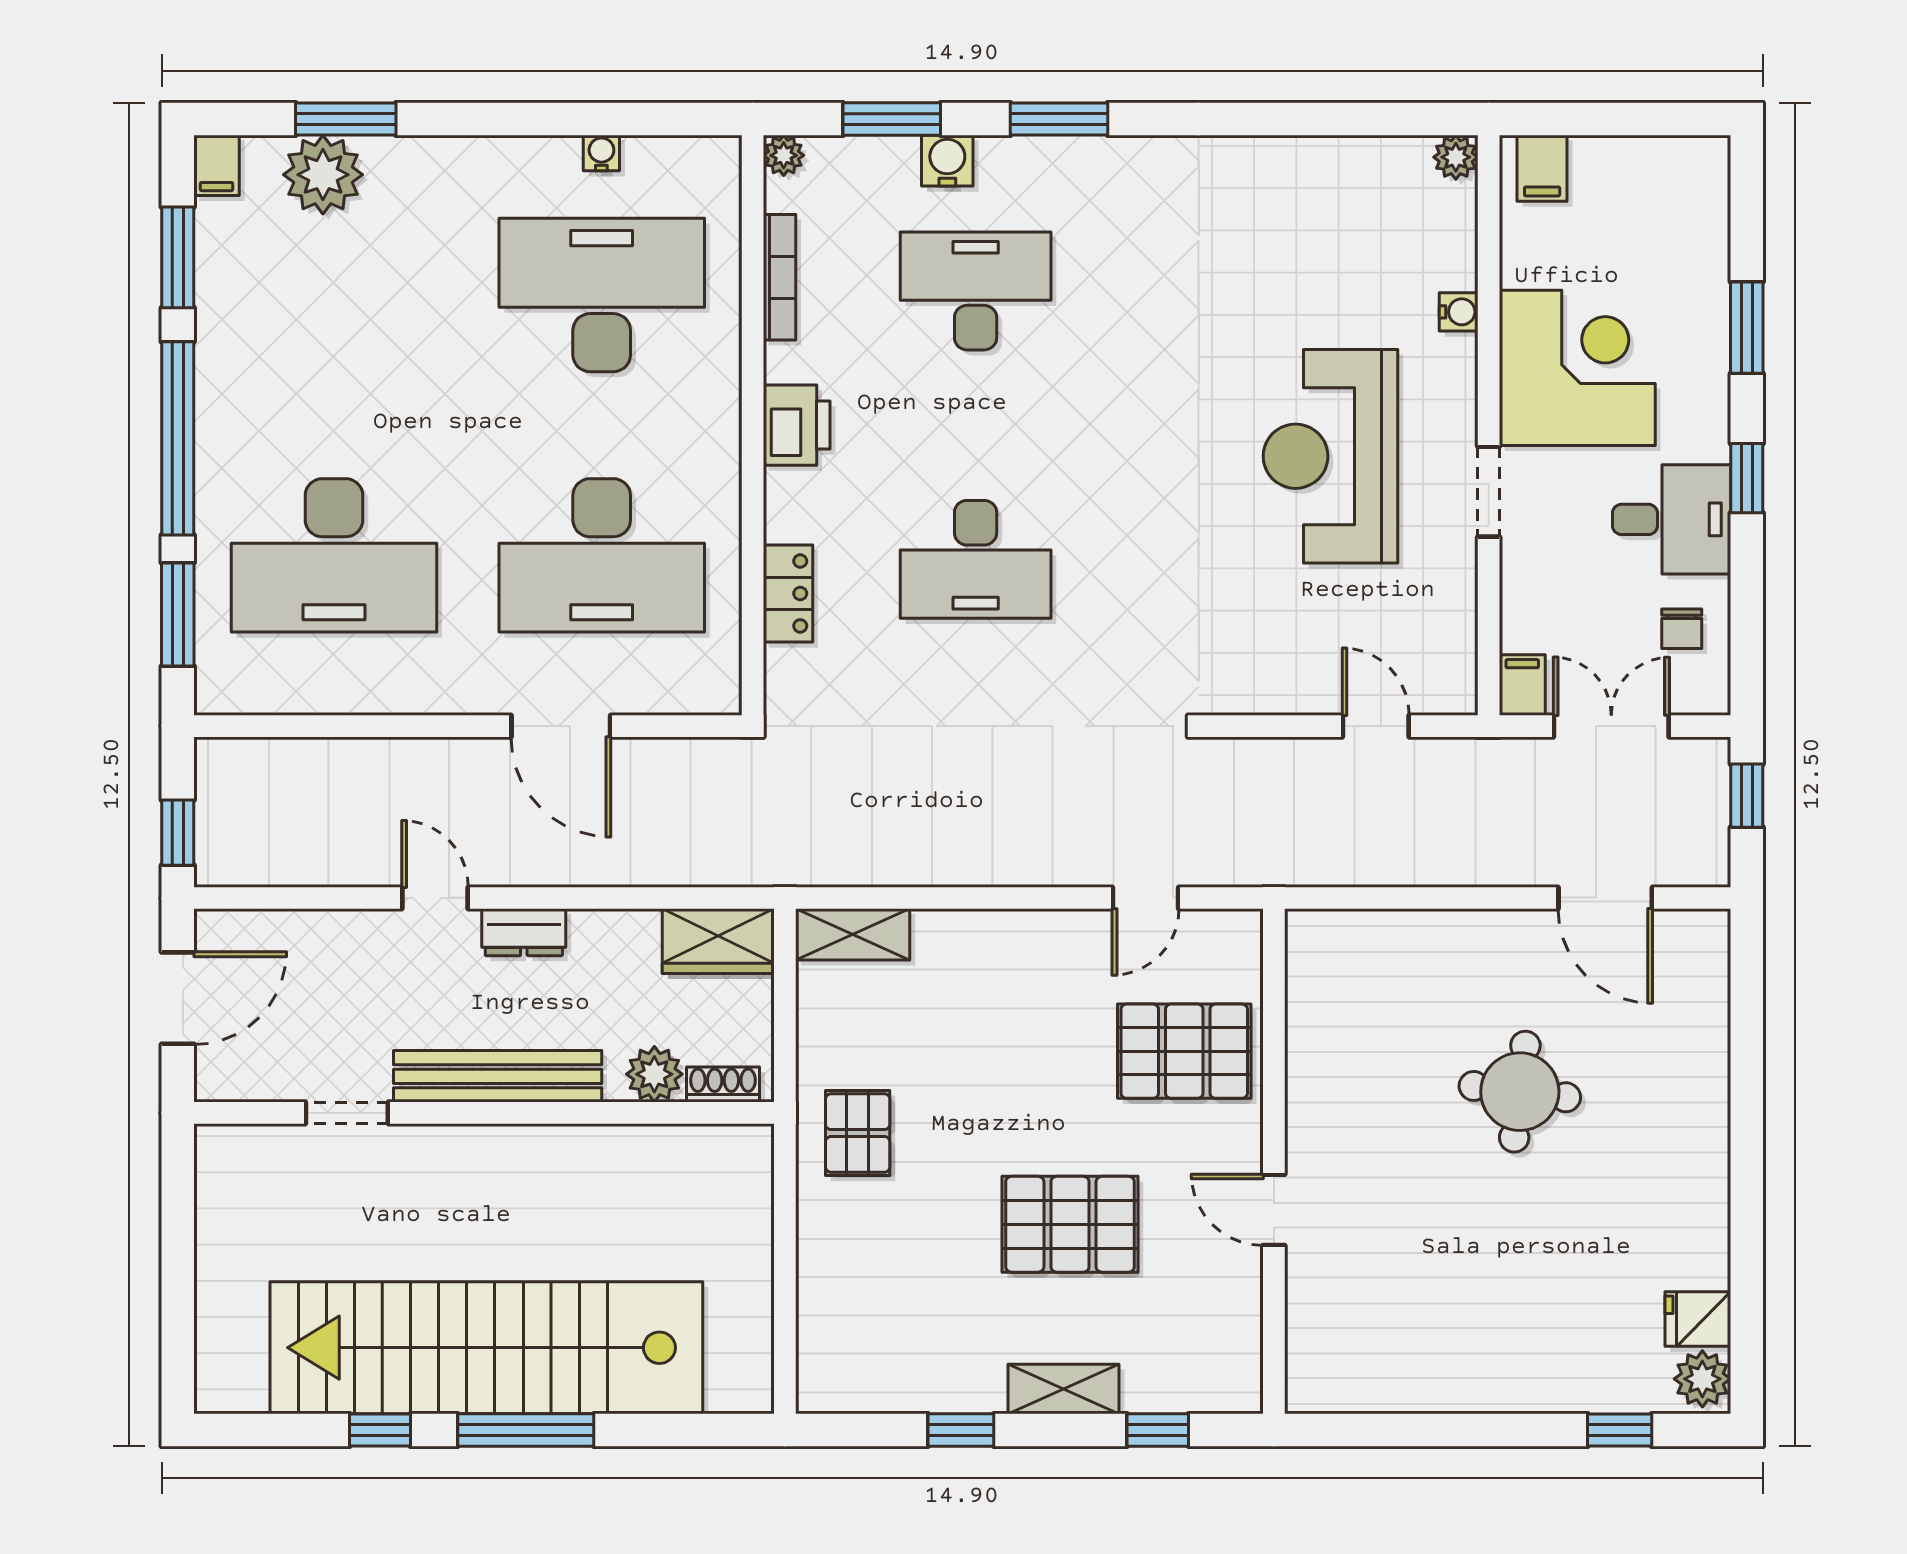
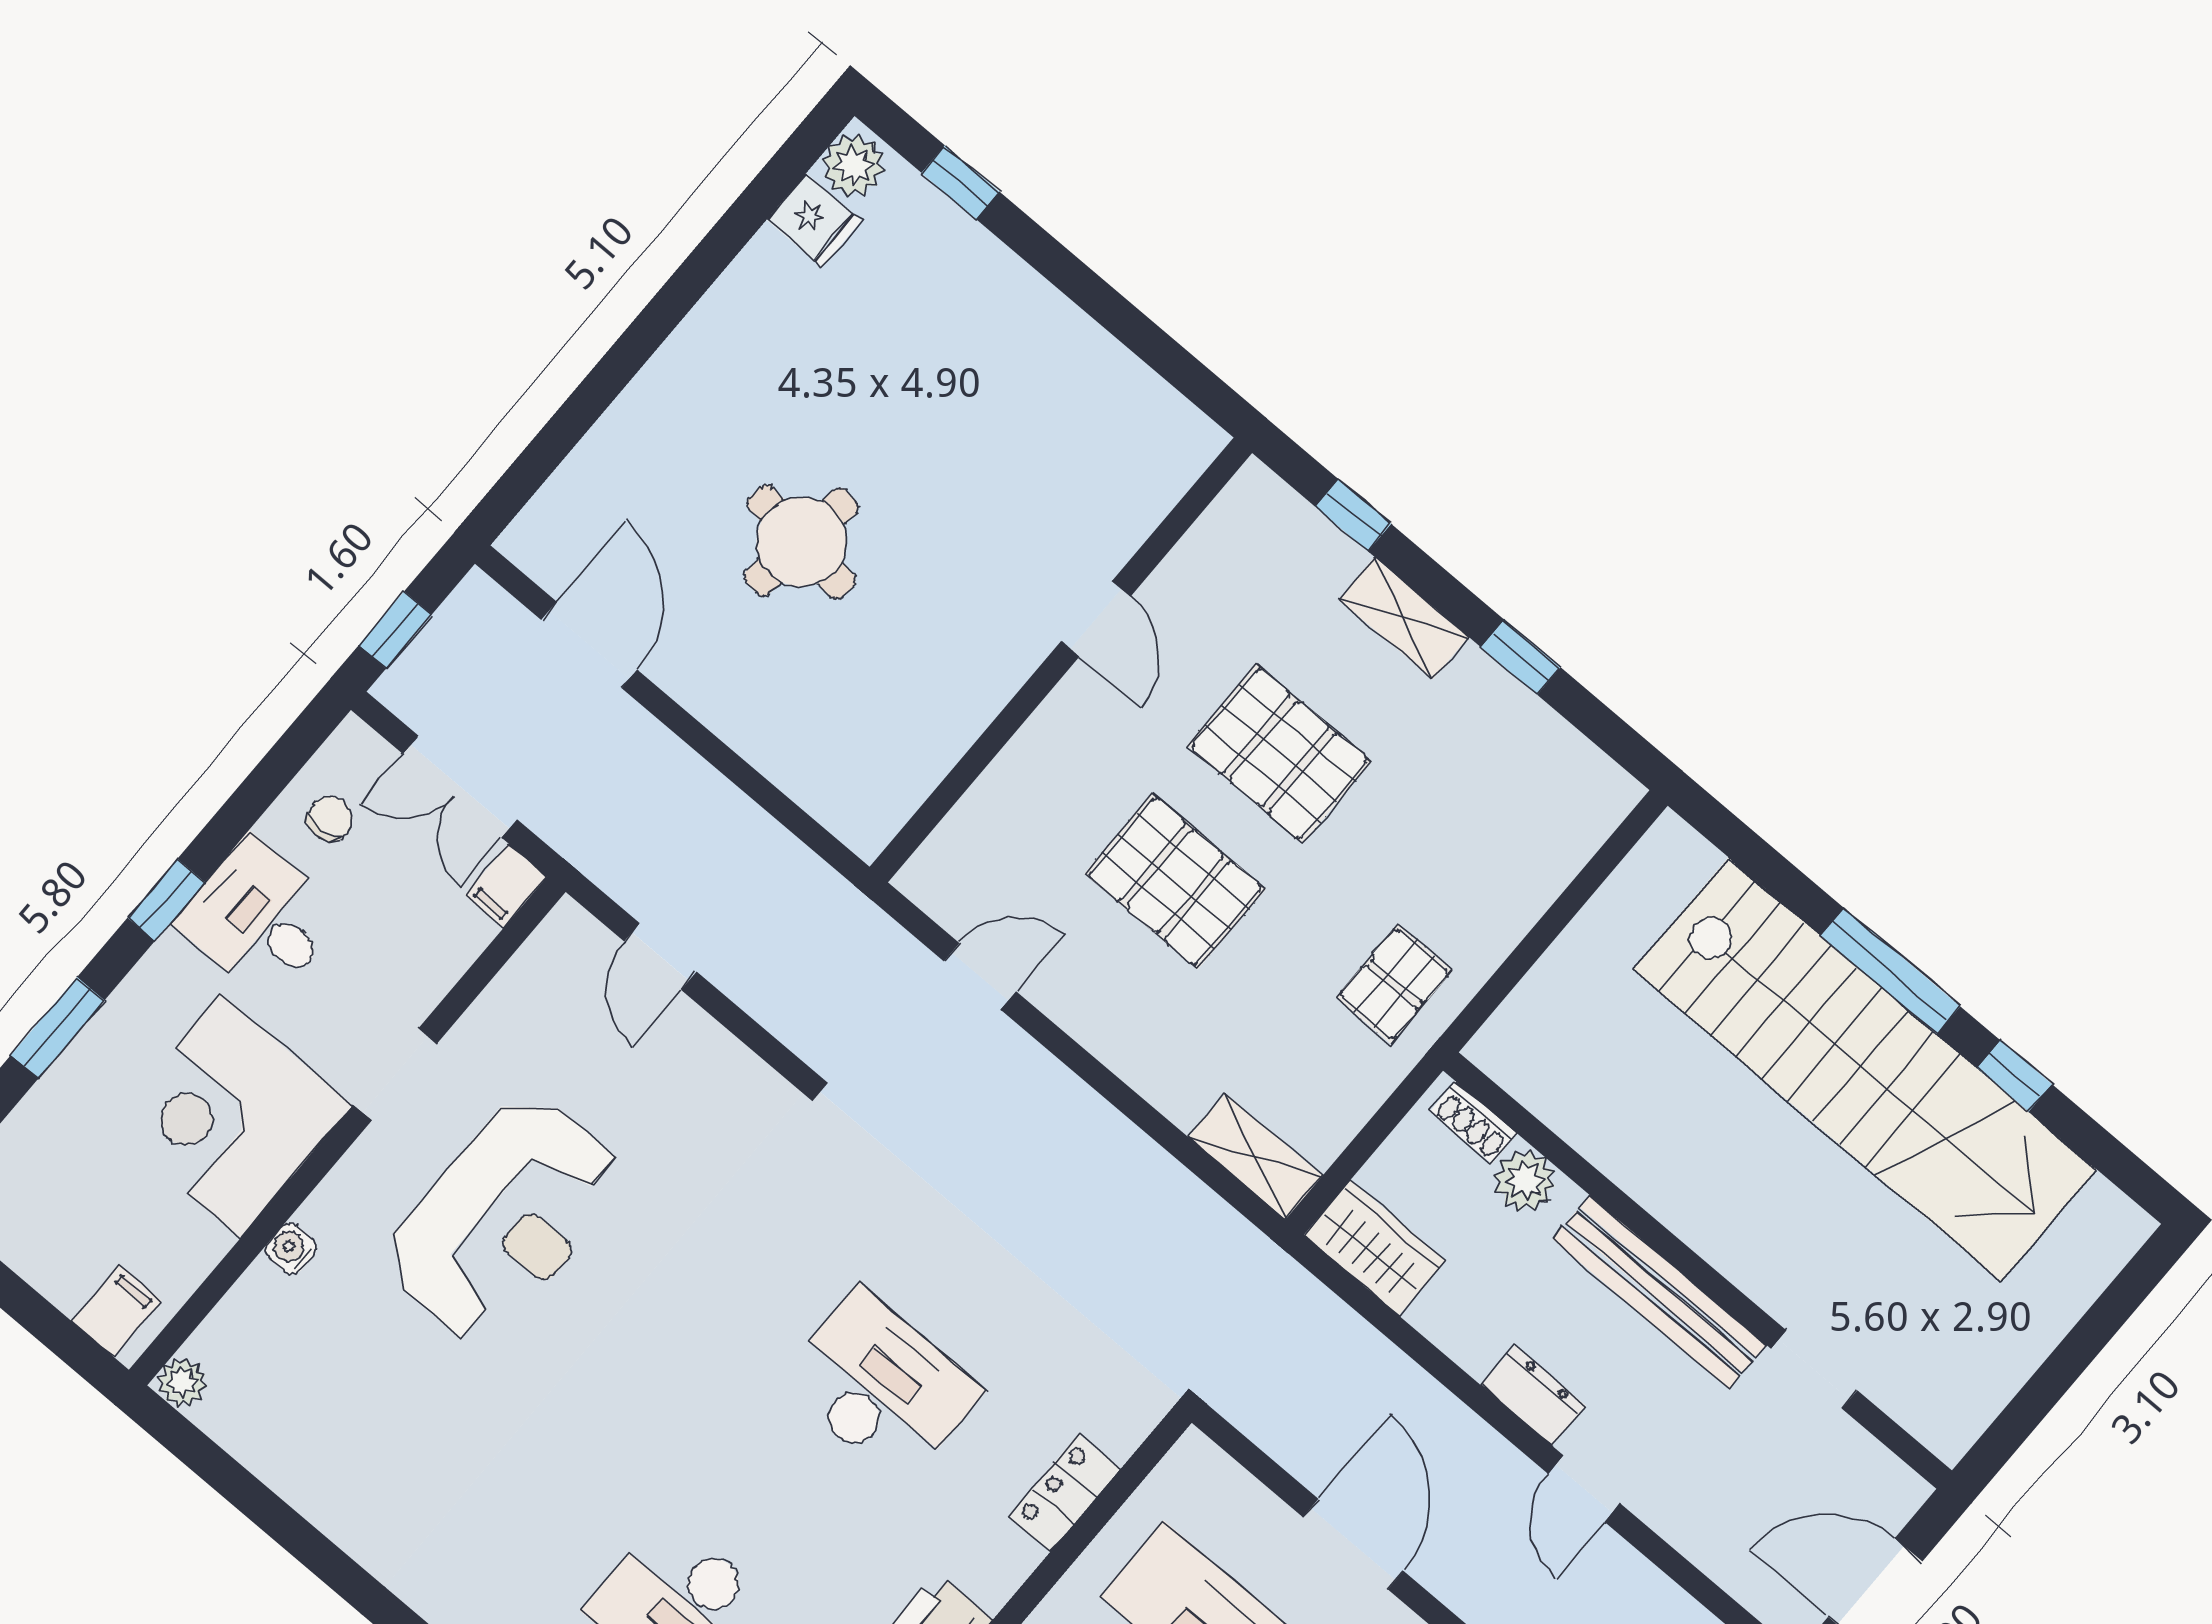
pallet: (1184, 1051) -> (1175, 881), moved

